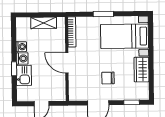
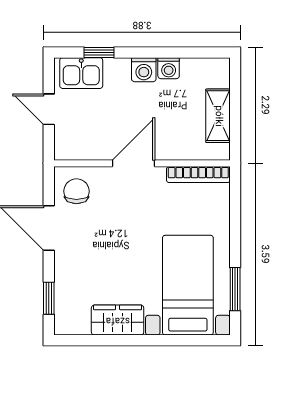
window: (103, 14) -> (235, 289), moved
window: (14, 69) -> (99, 52), moved
kitchen sink: (24, 75) -> (81, 73), moved
chair: (108, 78) -> (76, 191), moved

